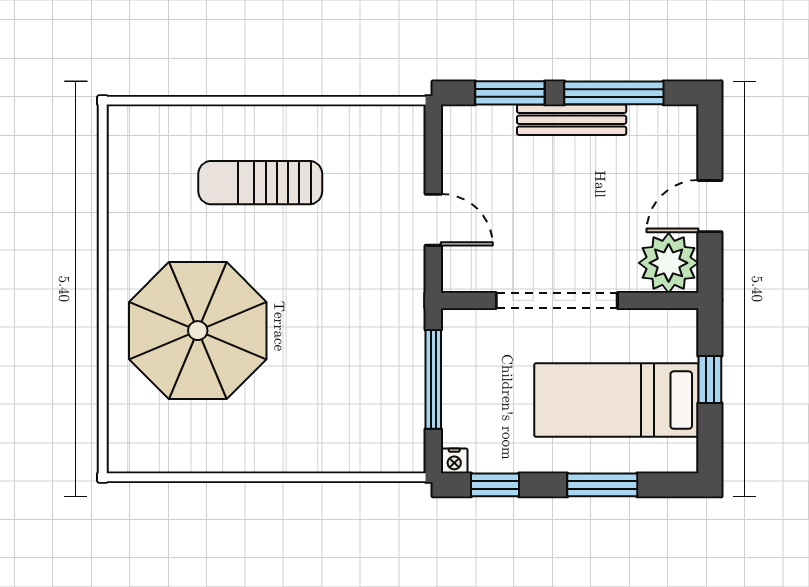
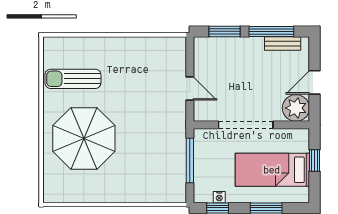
bench: (572, 120) -> (283, 44), moved, width x0.73
sun lounger: (260, 183) -> (73, 79), moved
nightstand: (454, 461) -> (219, 197), moved

